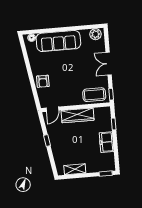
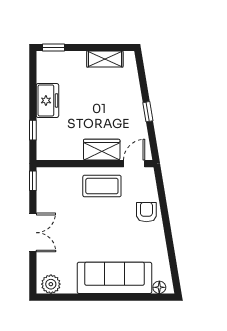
coffee table: (94, 95) -> (102, 186), moved
wardrobe: (78, 115) -> (102, 150), width x0.67

